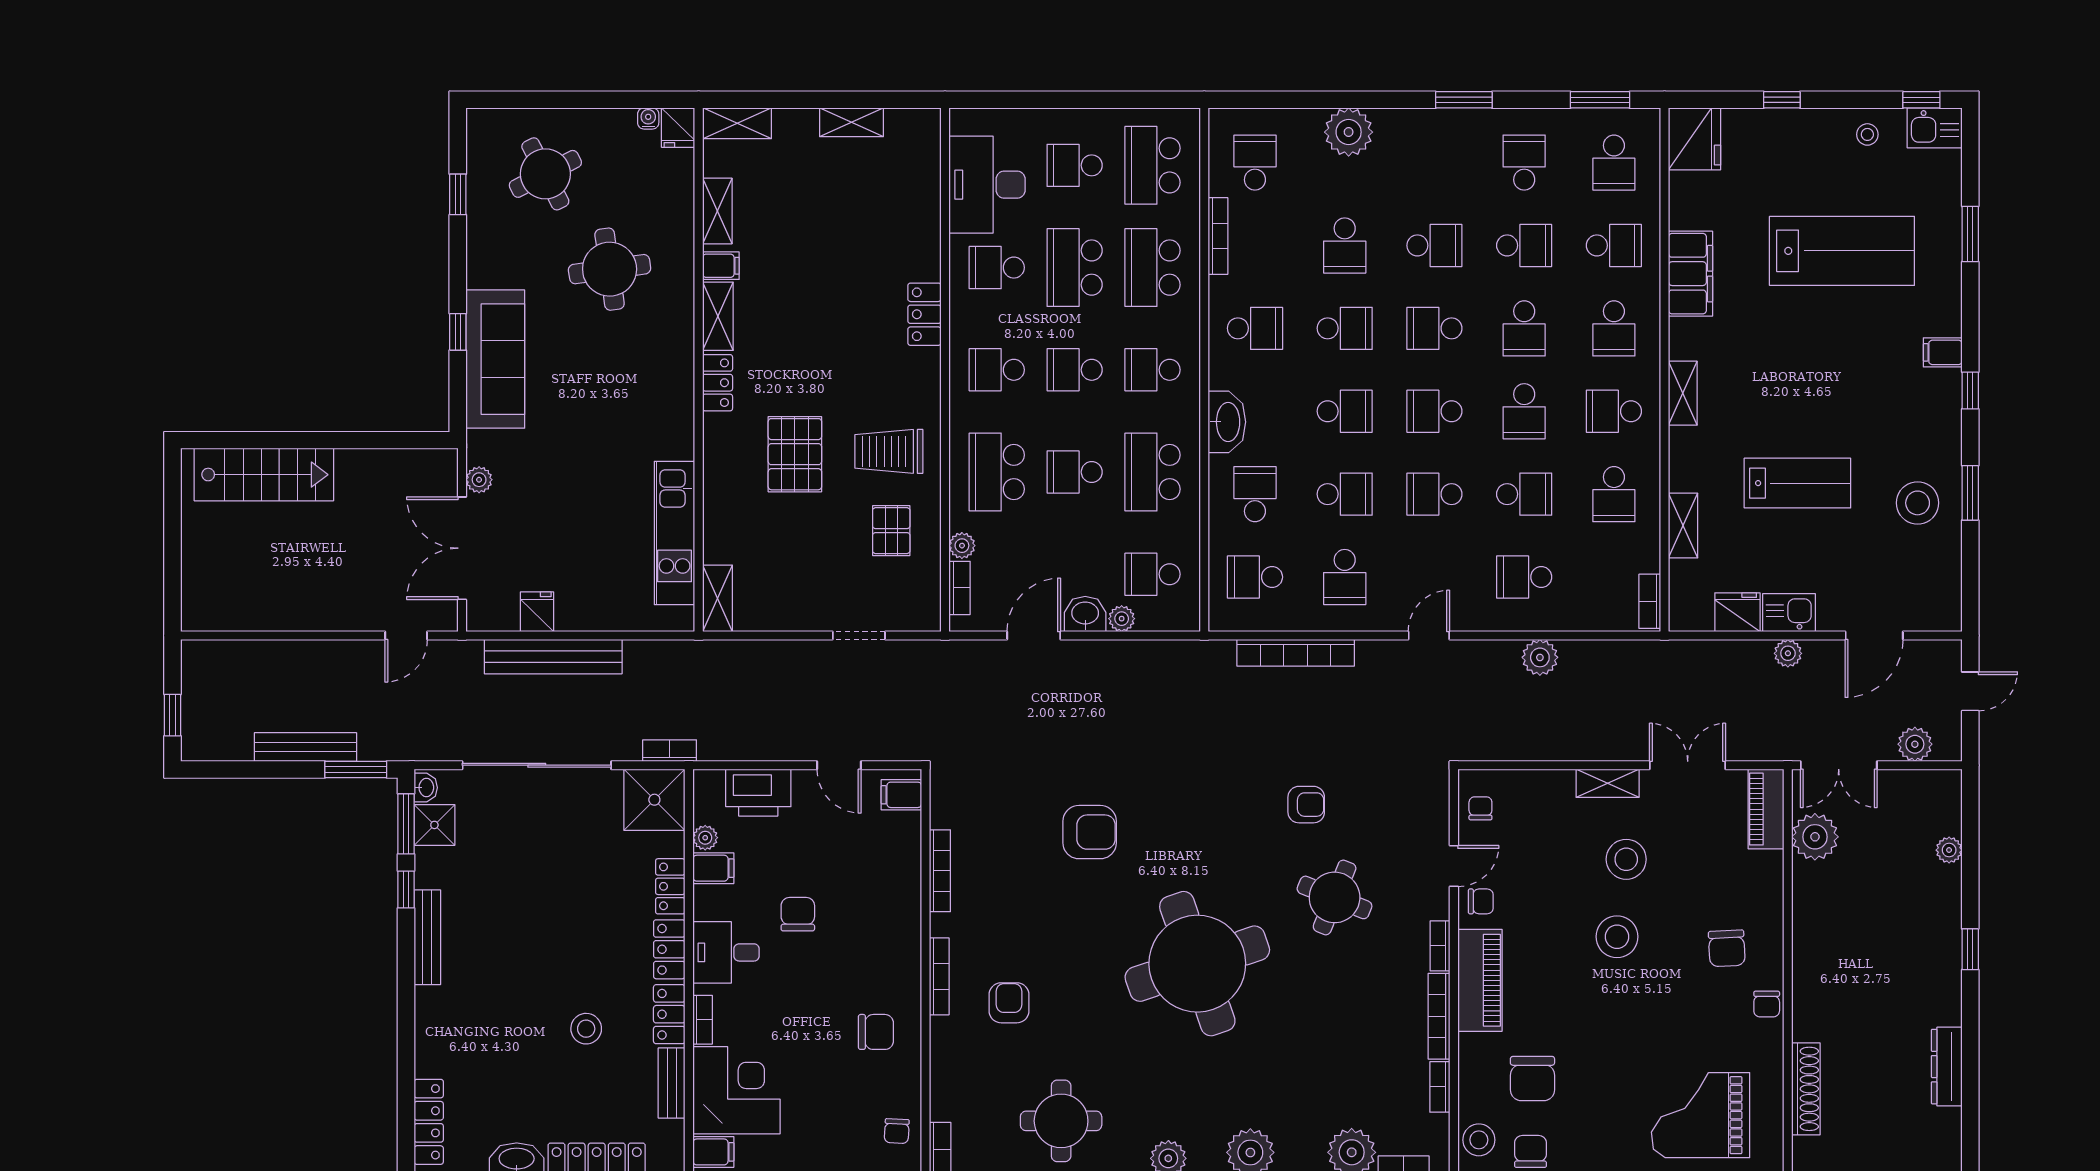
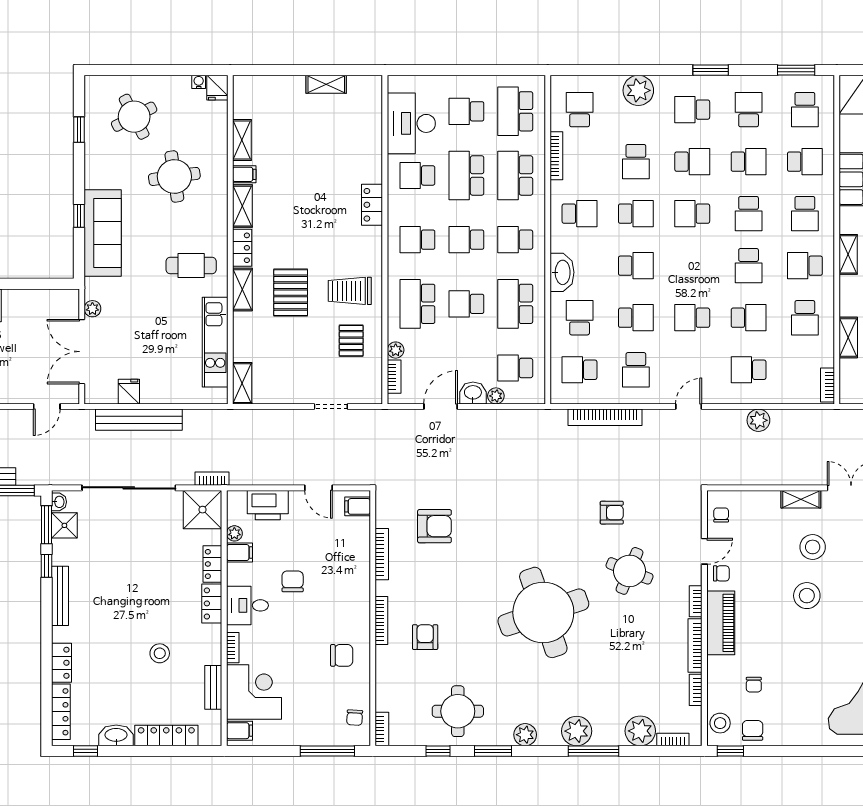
shelving: (737, 123) -> (242, 289), moved, turned 90
cafe table: (636, 411) -> (191, 265), added
school desk: (1434, 411) -> (692, 110), moved
armchair: (1090, 832) -> (434, 526), moved
locker: (669, 1014) -> (62, 663), moved, turned 180
chair: (1532, 1079) -> (754, 685), width x0.54, depth x0.54

